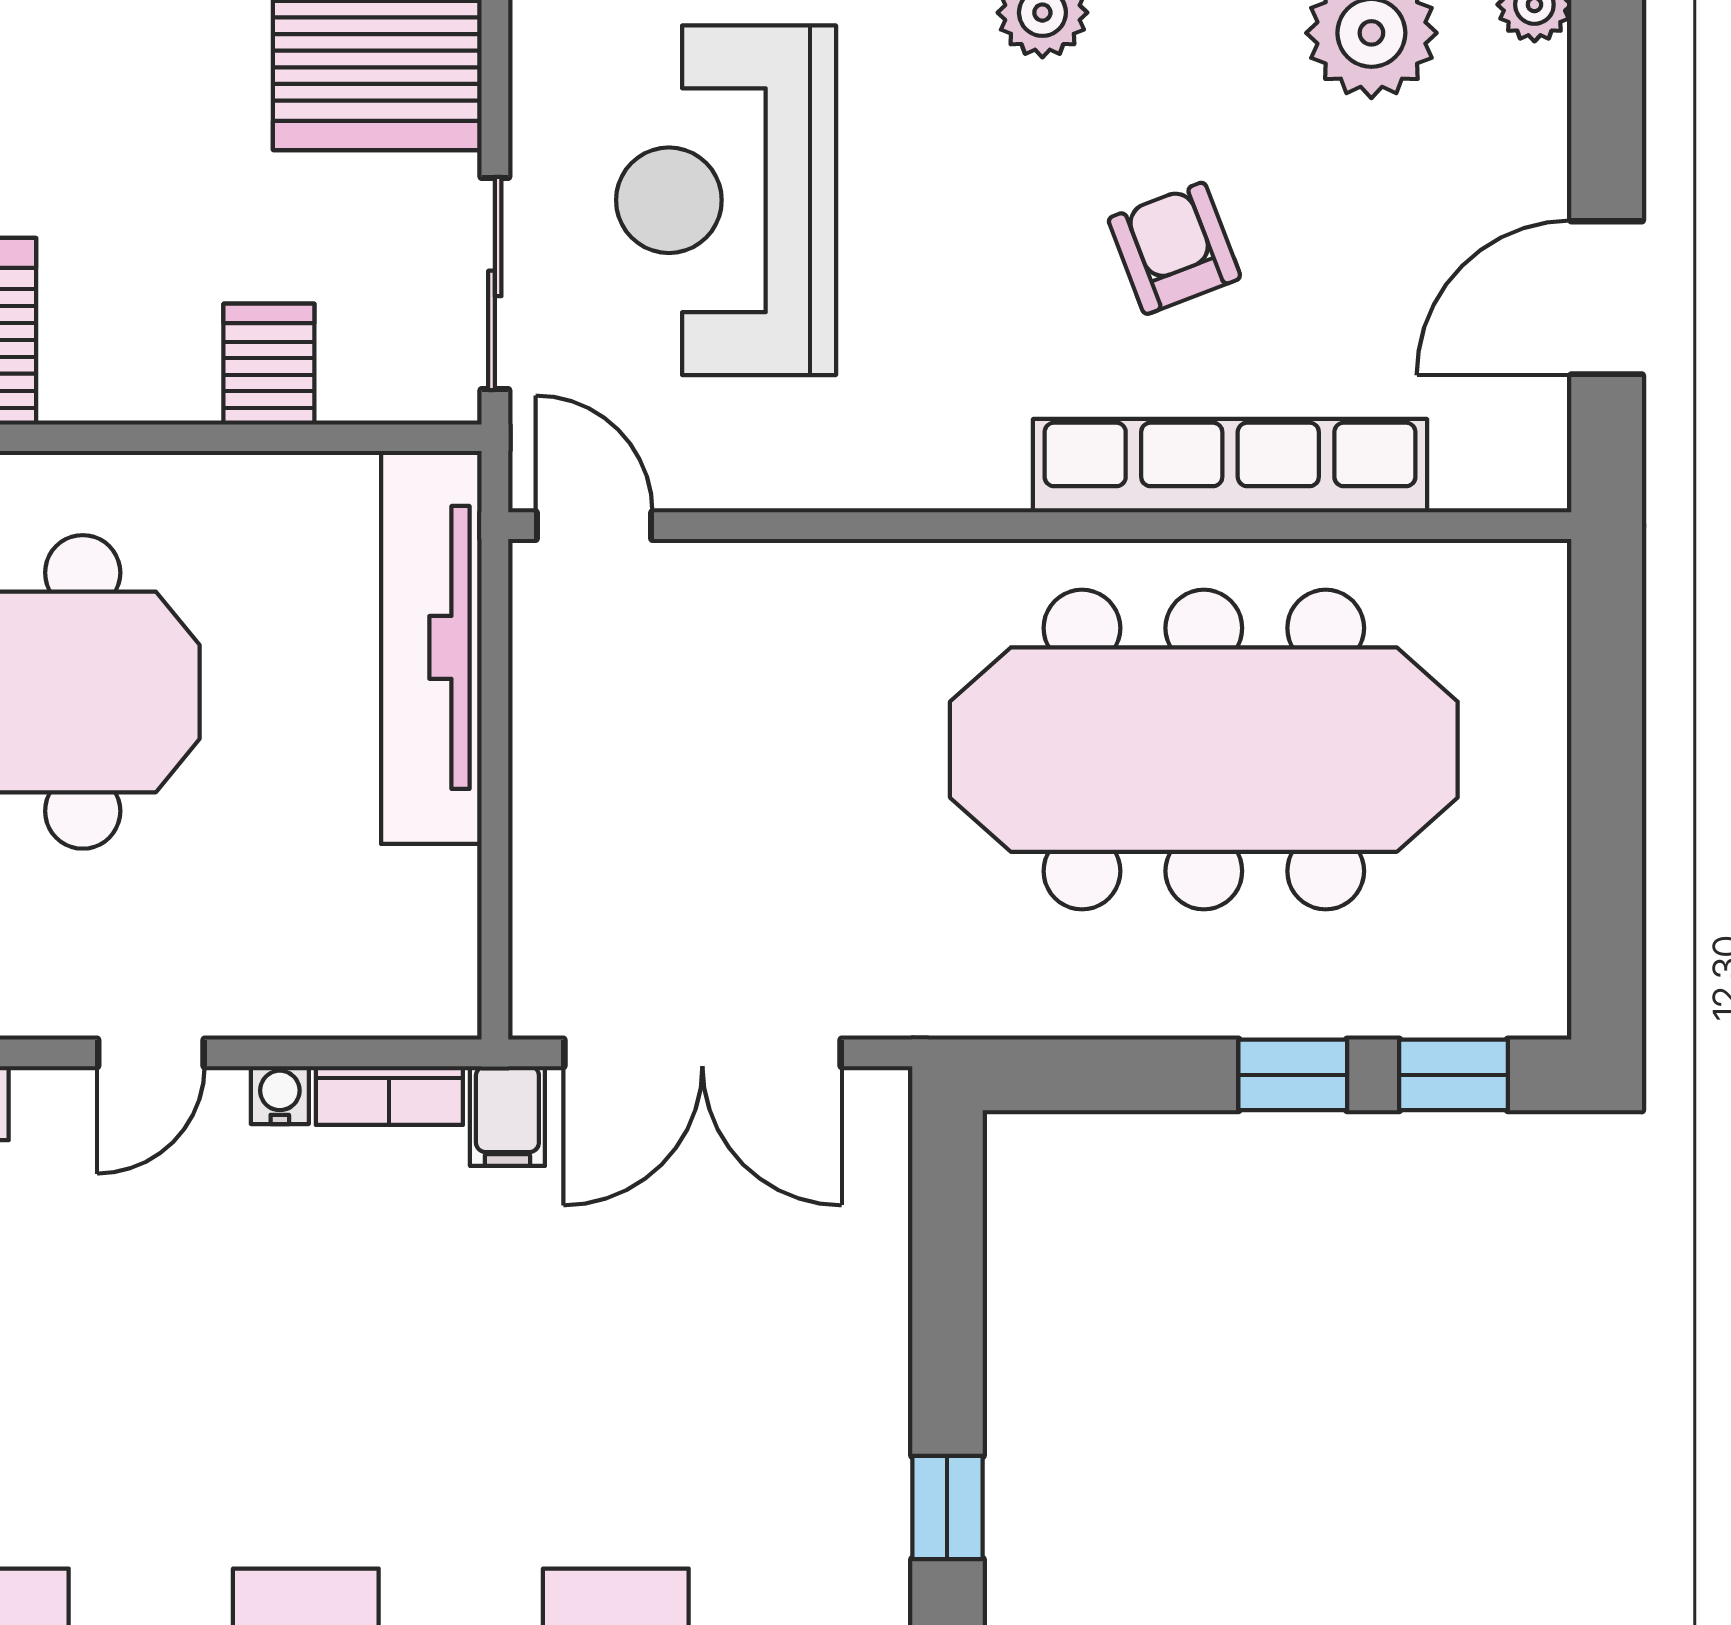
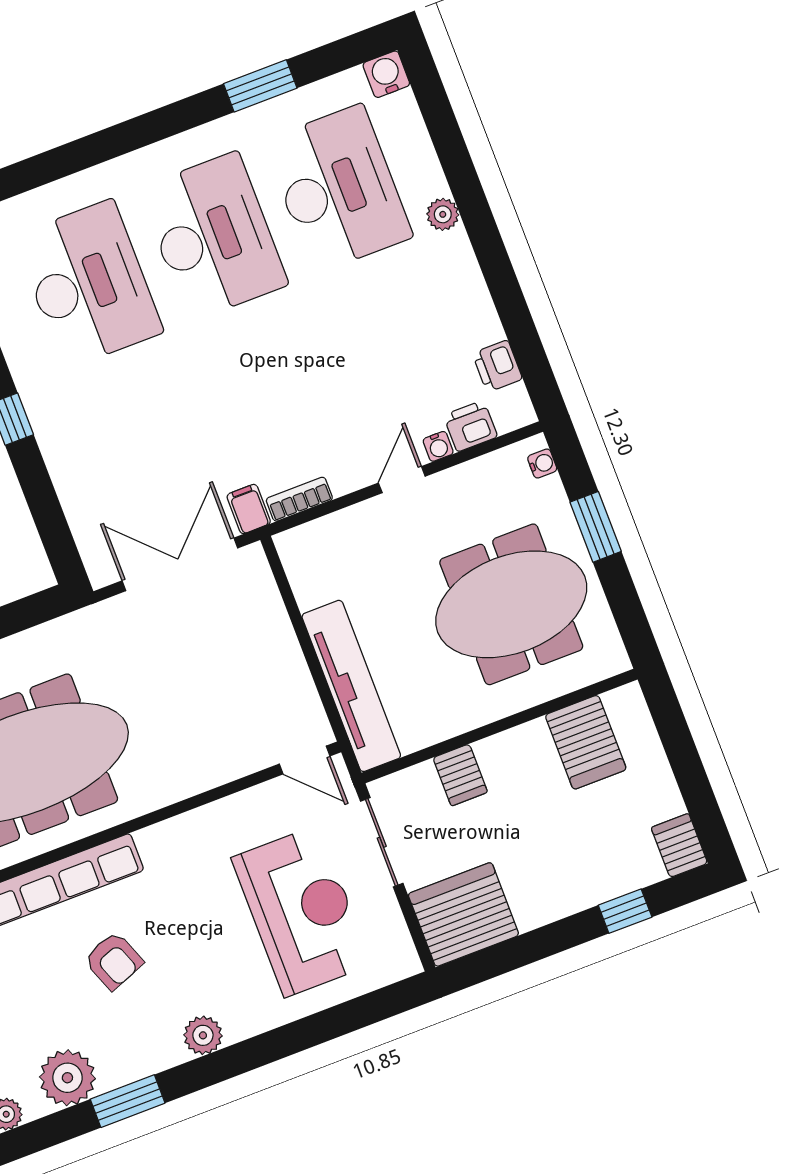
water cooler: (280, 1095) -> (438, 446), moved

